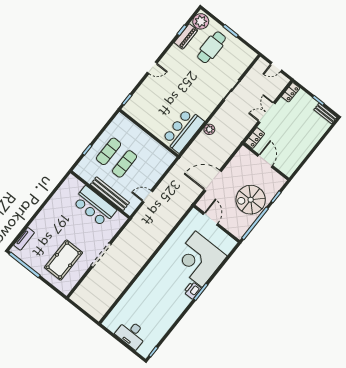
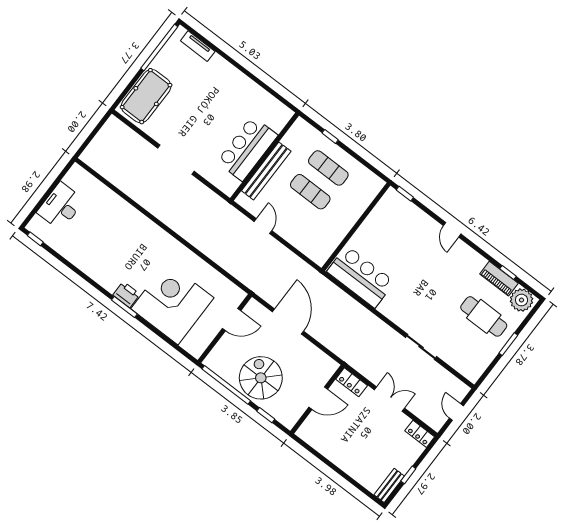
plant: (209, 129) -> (363, 315), removed
pool table: (64, 260) -> (146, 96), moved, turned 90

